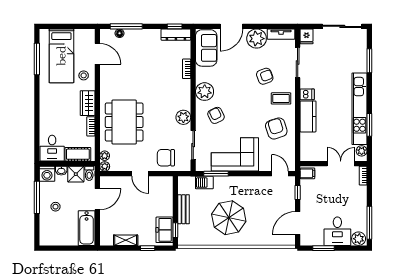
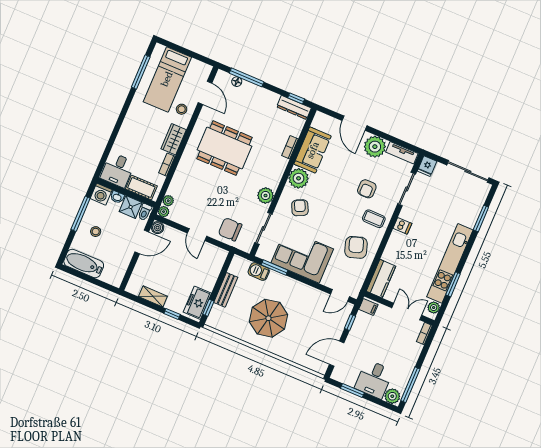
door: (231, 26) -> (354, 123), hinge flipped
sofa: (206, 48) -> (313, 150), moved
armchair: (265, 76) -> (367, 189), turned 110
kitchen counter: (308, 116) -> (381, 279), moved
dining table: (124, 122) -> (224, 148), moved, turned 90
door: (280, 174) -> (340, 295), swing flipped
boiler: (105, 182) -> (158, 228), added
bathtub: (87, 228) -> (84, 263), moved, turned 90

